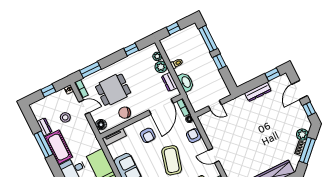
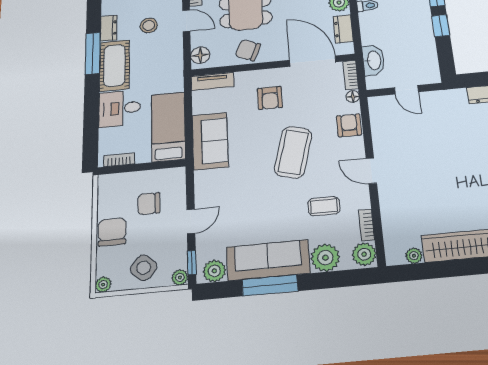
washbasin: (186, 82) -> (373, 60), moved
door: (161, 107) -> (313, 61), swing flipped

